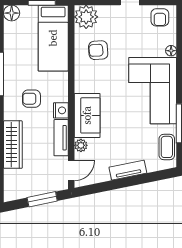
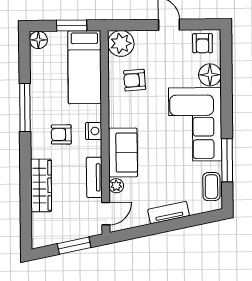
floor lamp: (171, 51) -> (210, 75), width x1.89, depth x1.89
nightstand: (61, 110) -> (94, 131), moved

